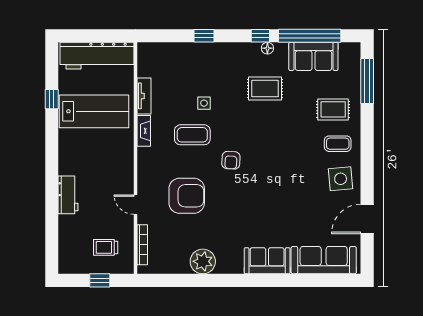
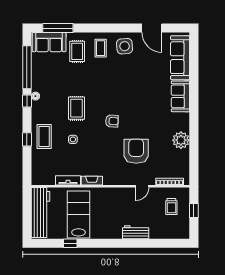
sofa: (313, 56) -> (49, 42), moved, turned 90
rug: (265, 88) -> (77, 108), moved
coffee table: (192, 135) -> (44, 137), moved

